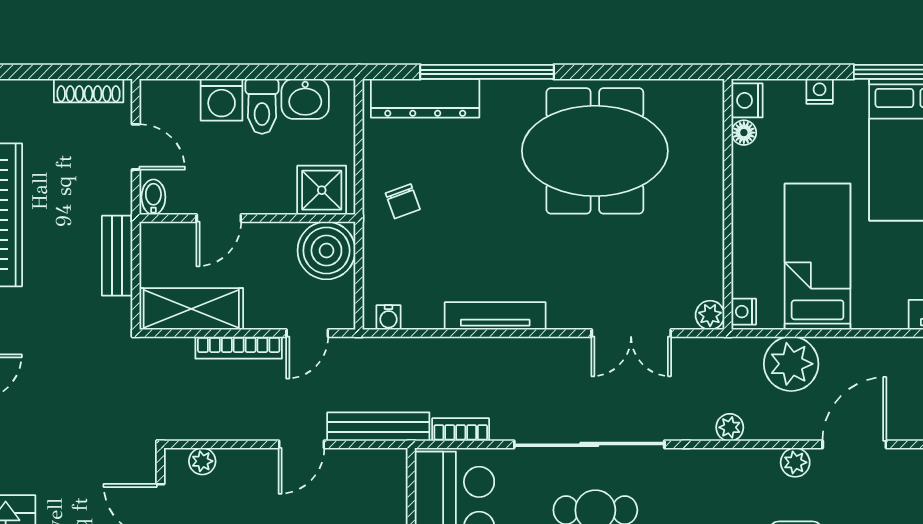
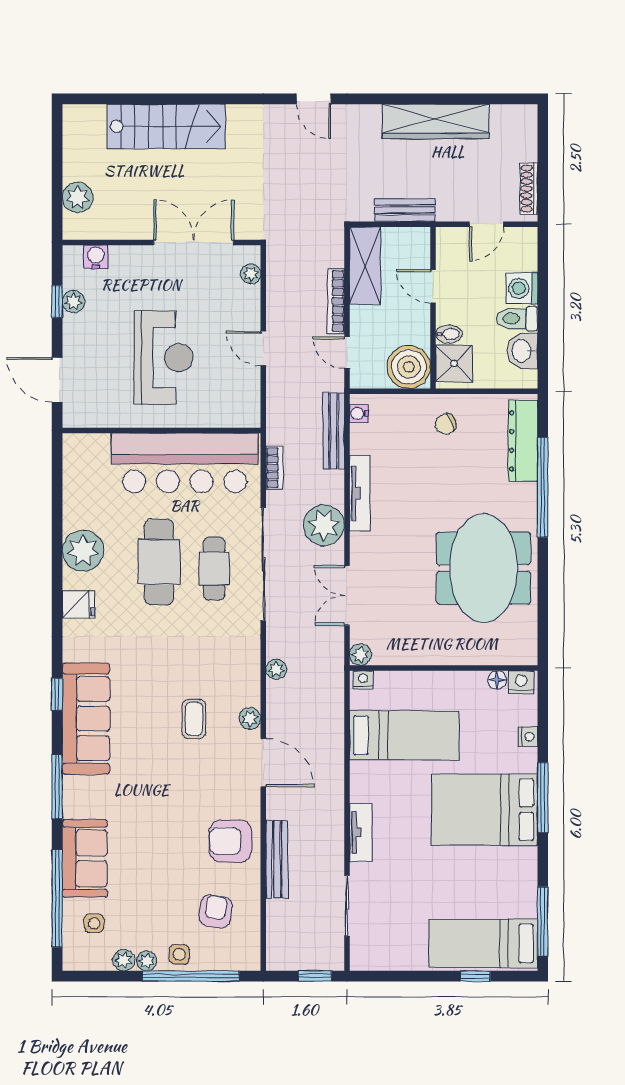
bidet: (153, 197) -> (449, 334), moved
plant: (791, 364) -> (324, 525), moved
bench: (378, 427) -> (334, 431), moved

